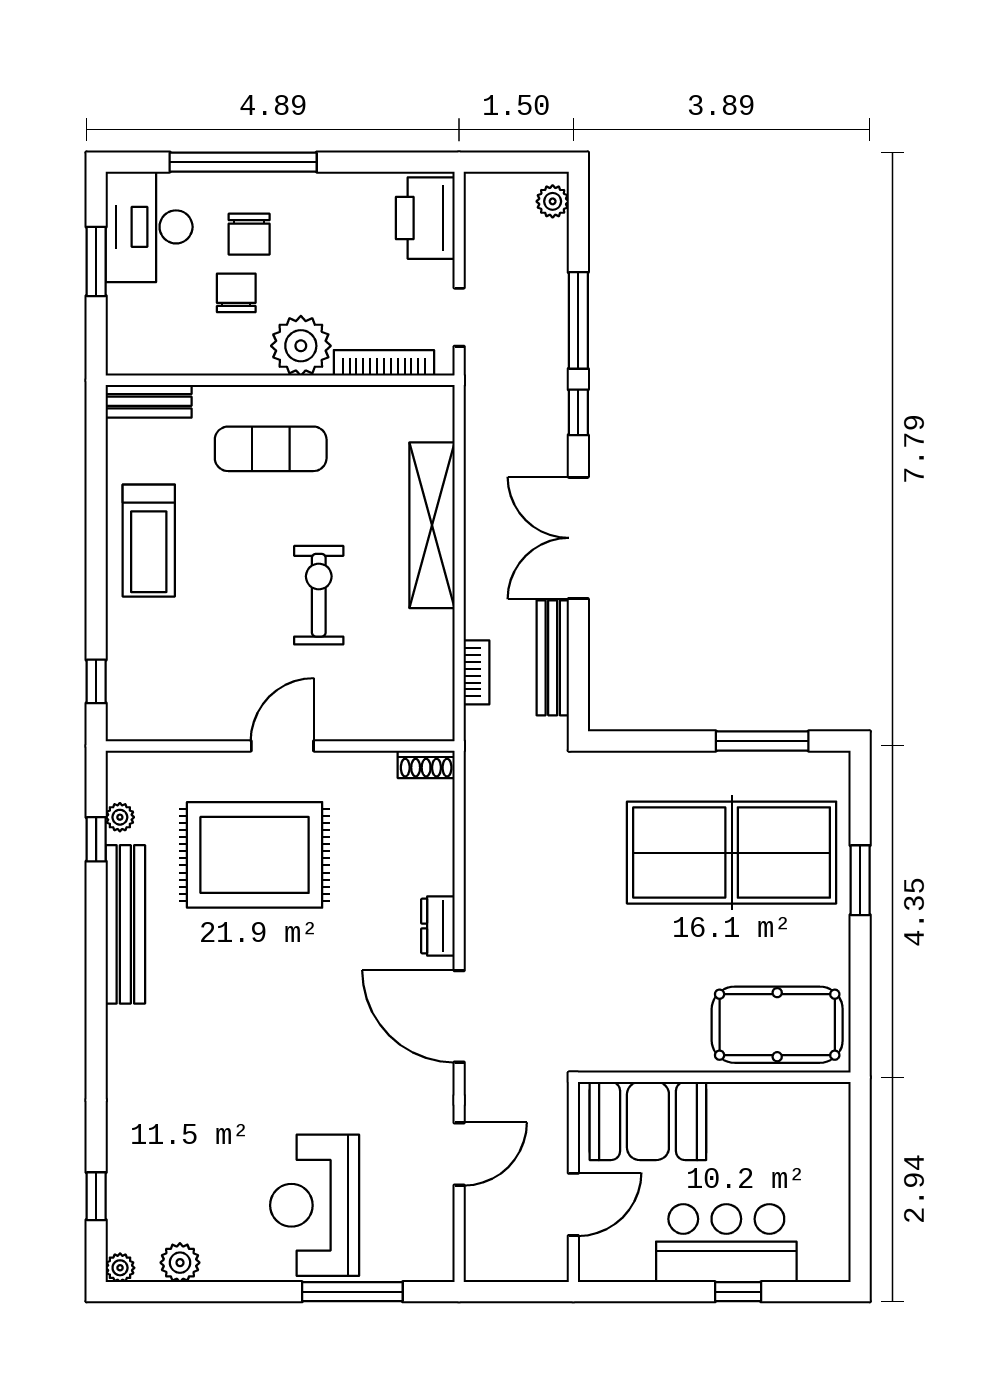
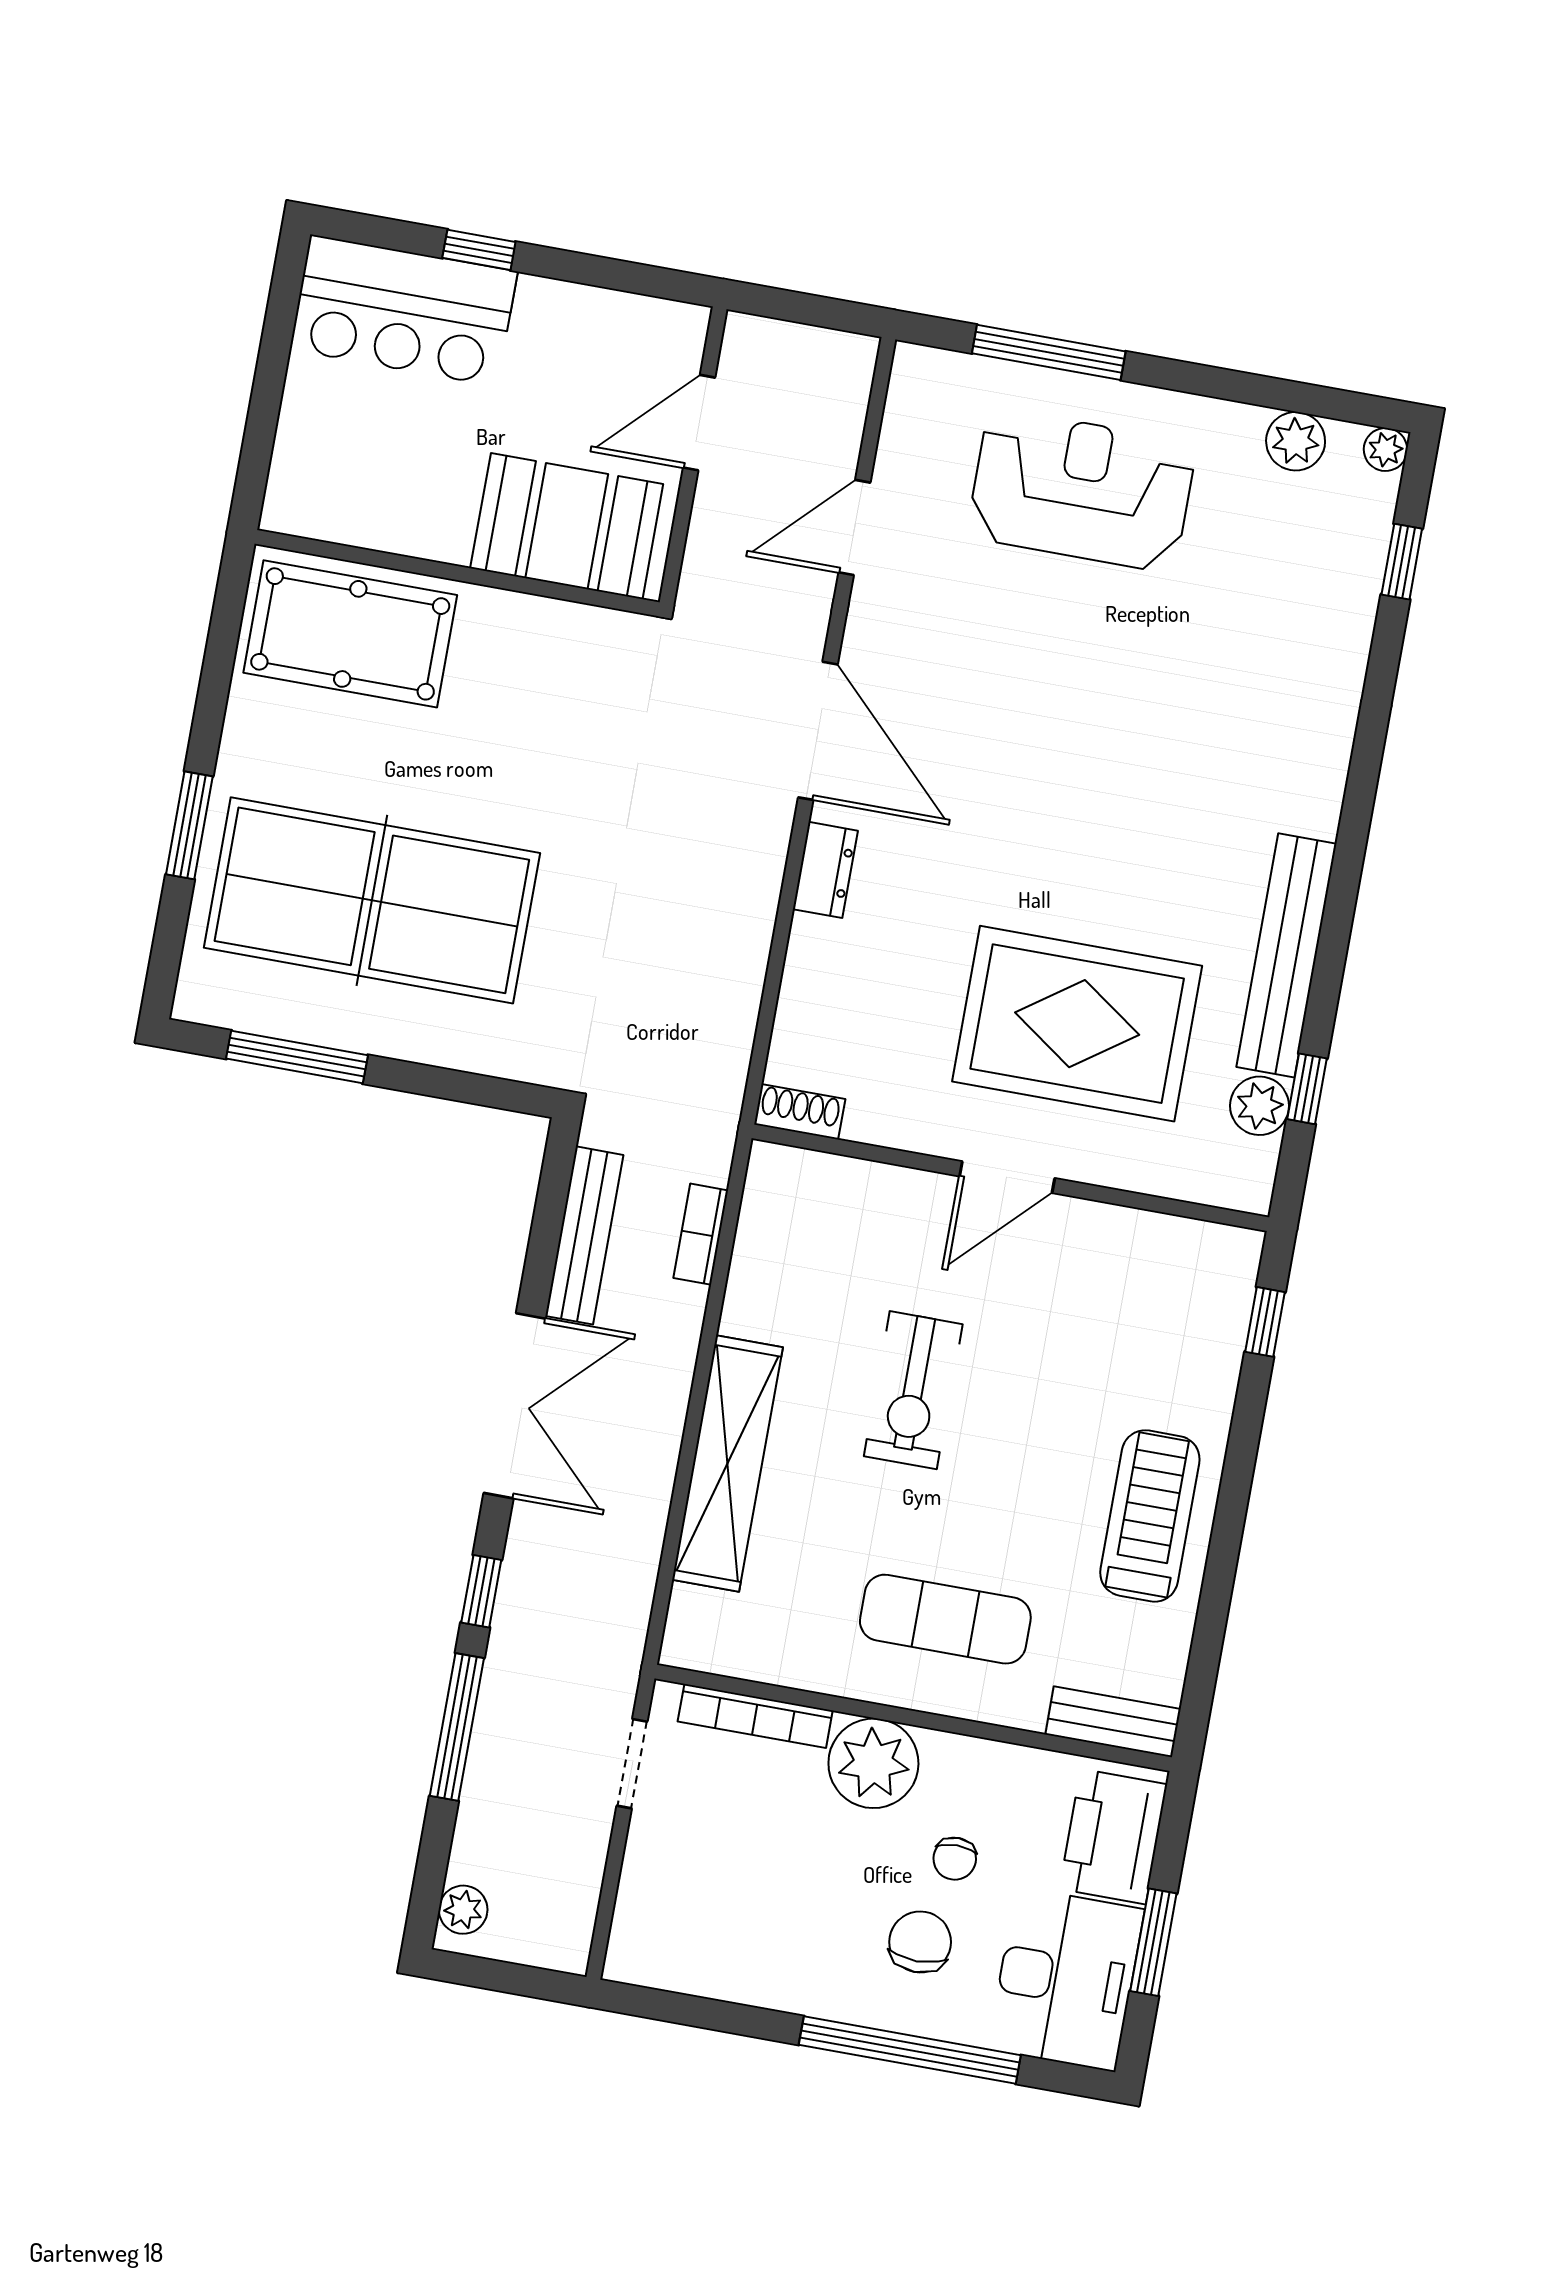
printer: (425, 218) -> (1113, 1837), moved, turned 180
chair: (236, 293) -> (955, 1859), width x0.73, depth x0.73
plant: (120, 817) -> (1260, 1106), width x1.38, depth x1.38
reception desk: (315, 1205) -> (1082, 490), turned -90
bar counter: (726, 1243) -> (404, 310), moved

